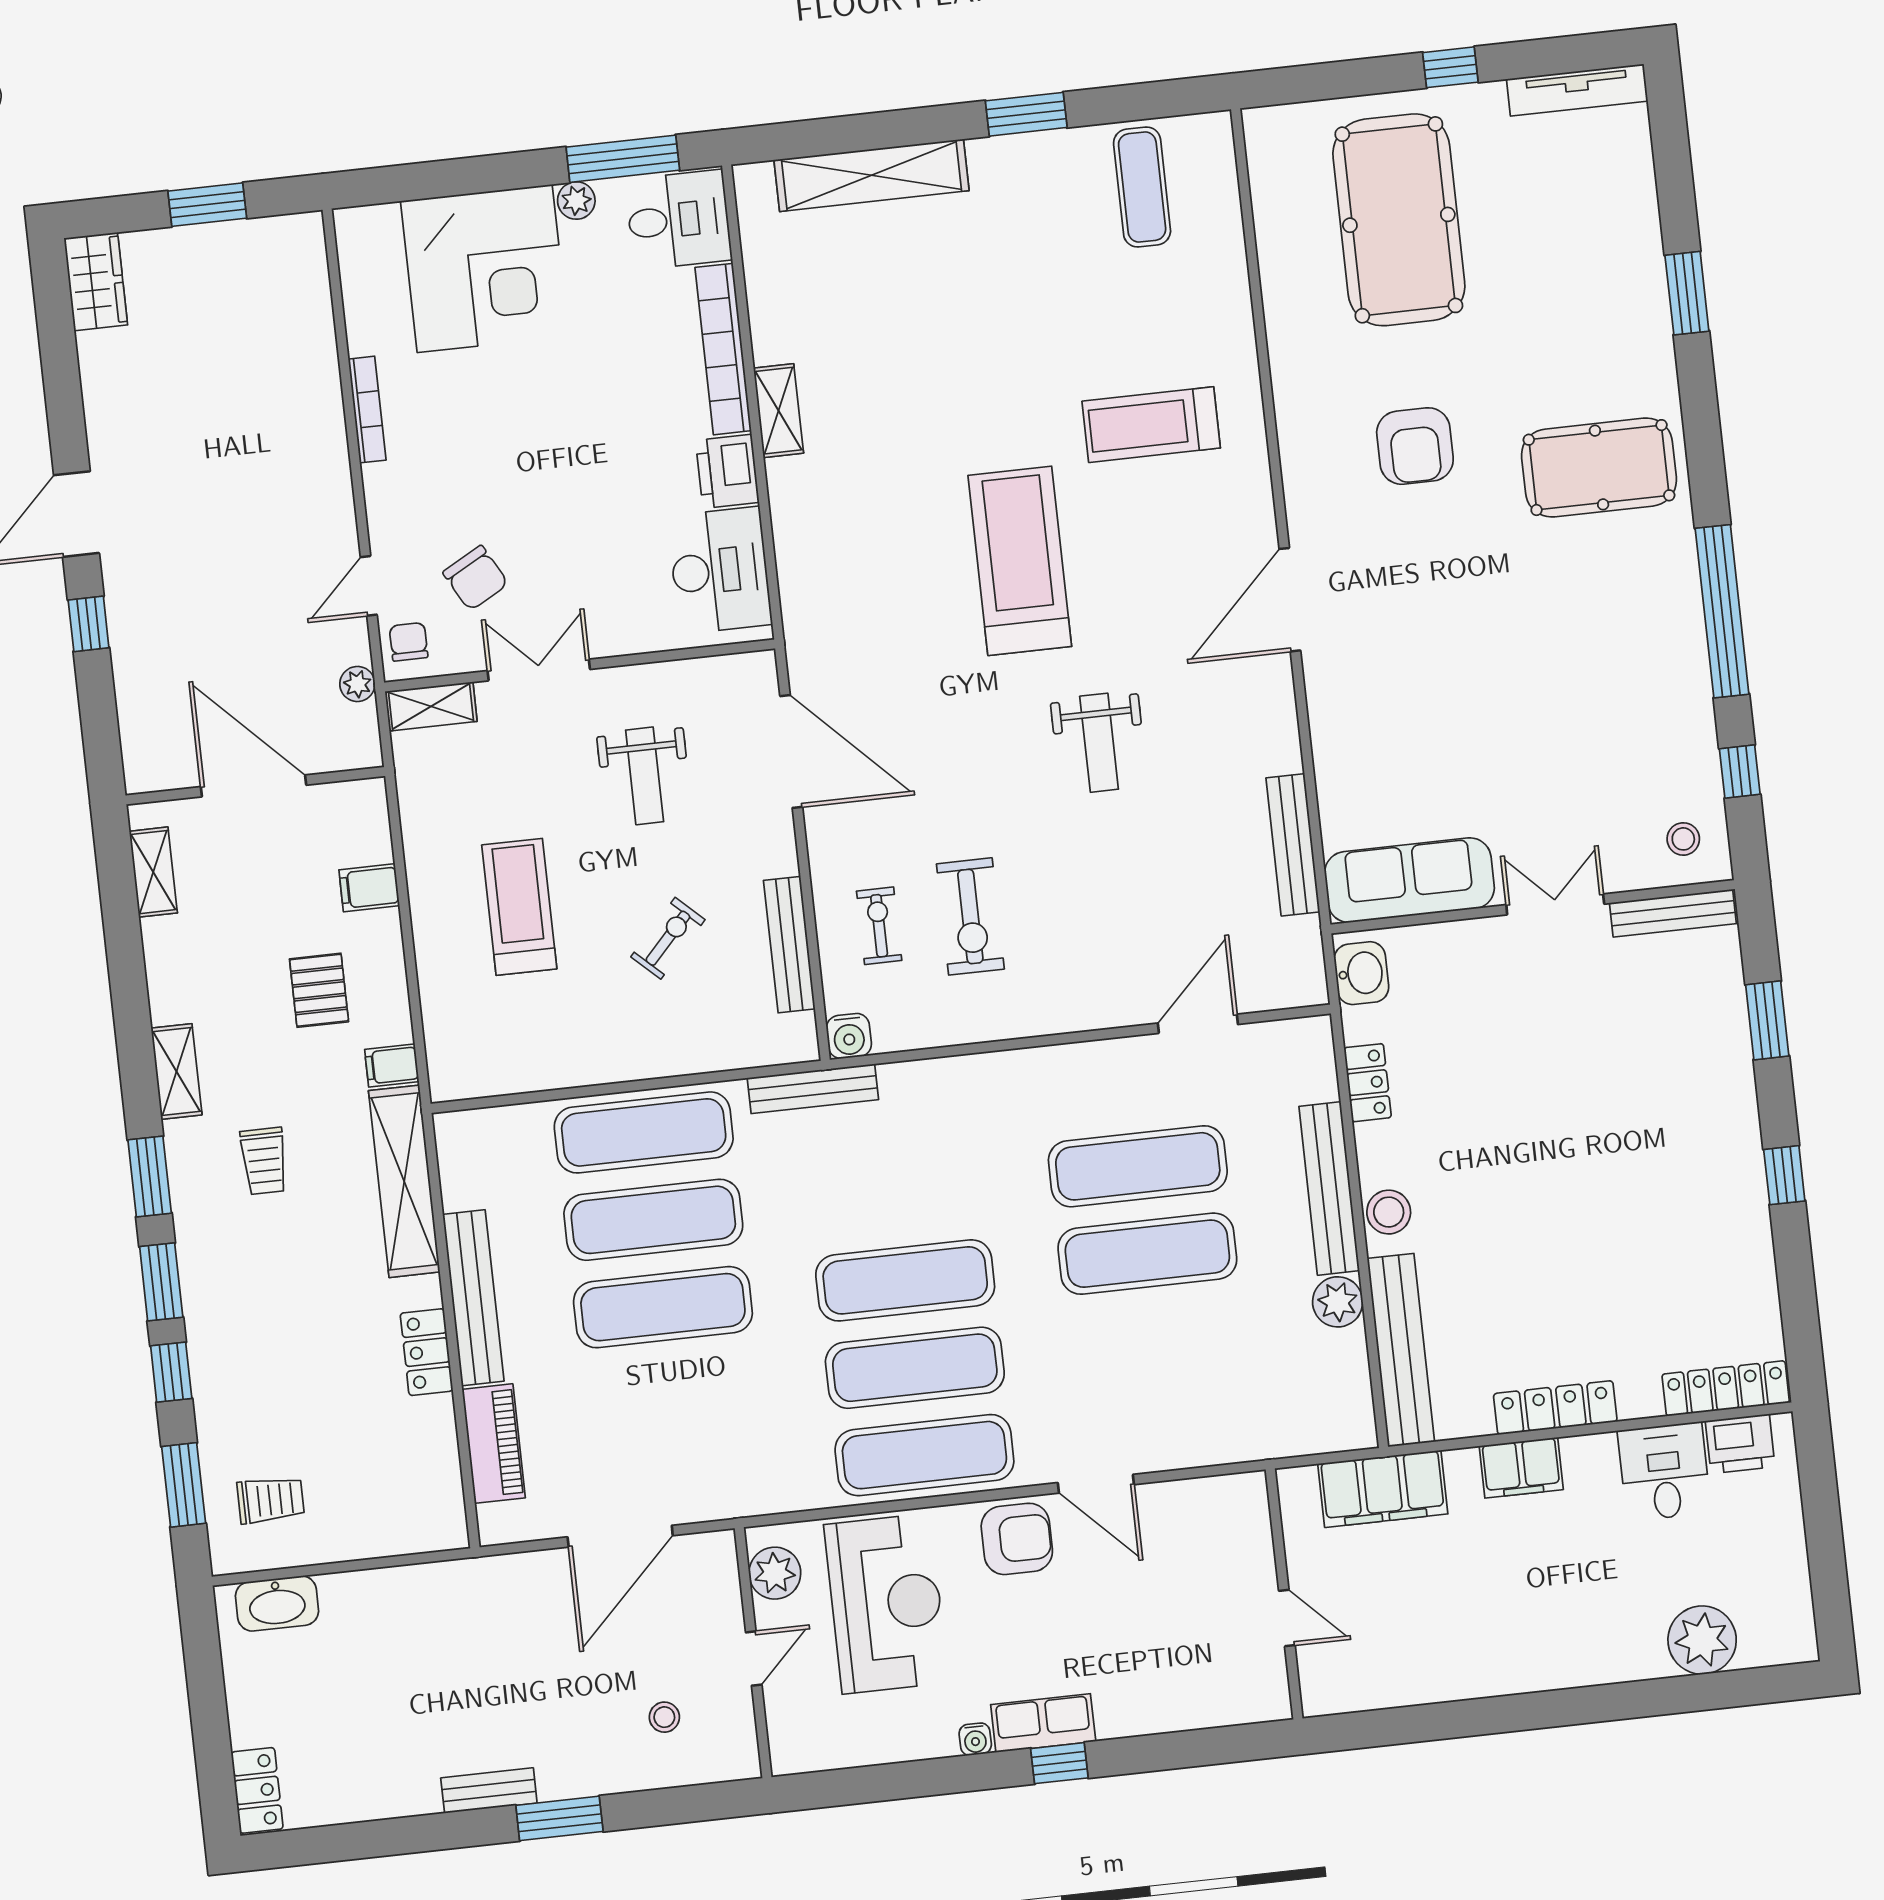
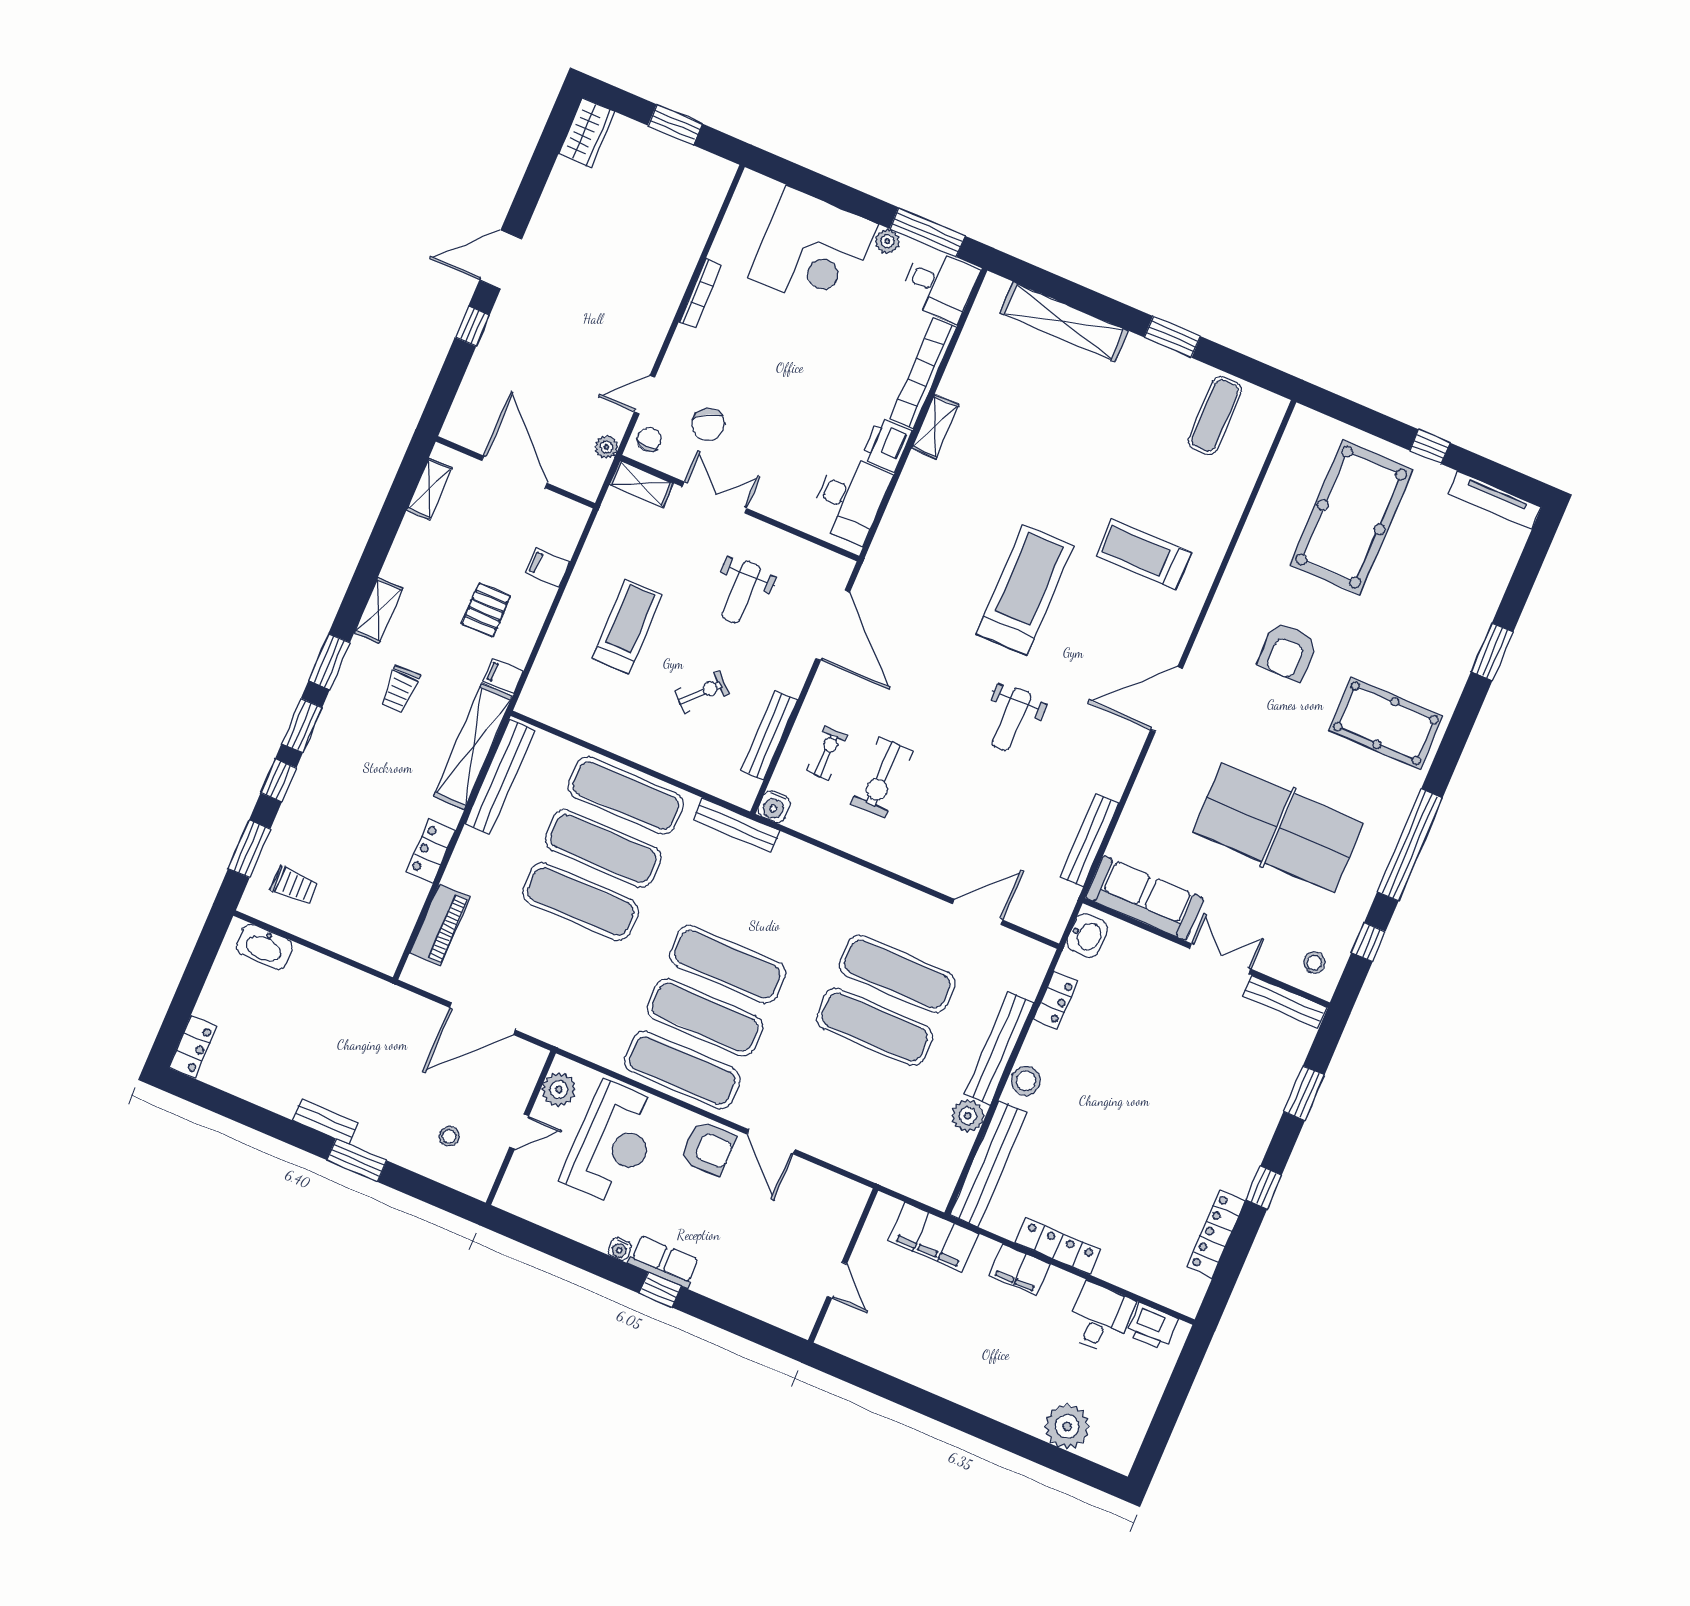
table tennis table: (1534, 687) -> (1278, 828), added
bench: (473, 1298) -> (500, 777), moved
locker: (1726, 1388) -> (1216, 1234), moved, turned -90

